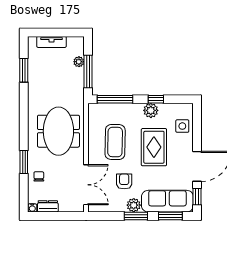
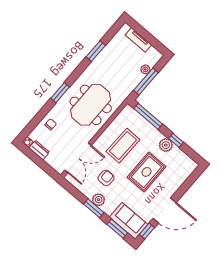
window: (24, 70) -> (96, 51), moved
side table: (182, 126) -> (178, 174), removed
window: (24, 162) -> (60, 93), moved
sofa: (167, 201) -> (129, 221), width x0.73

